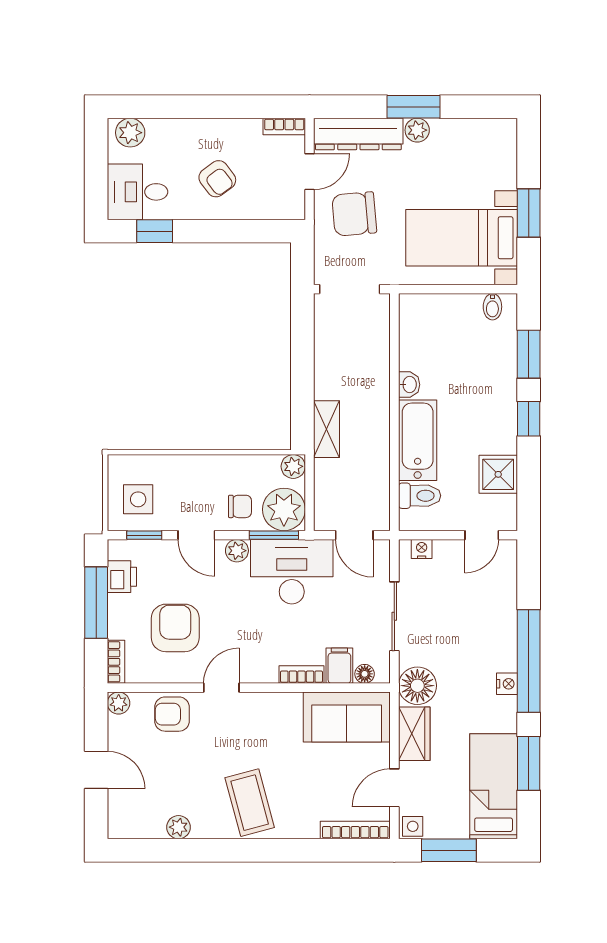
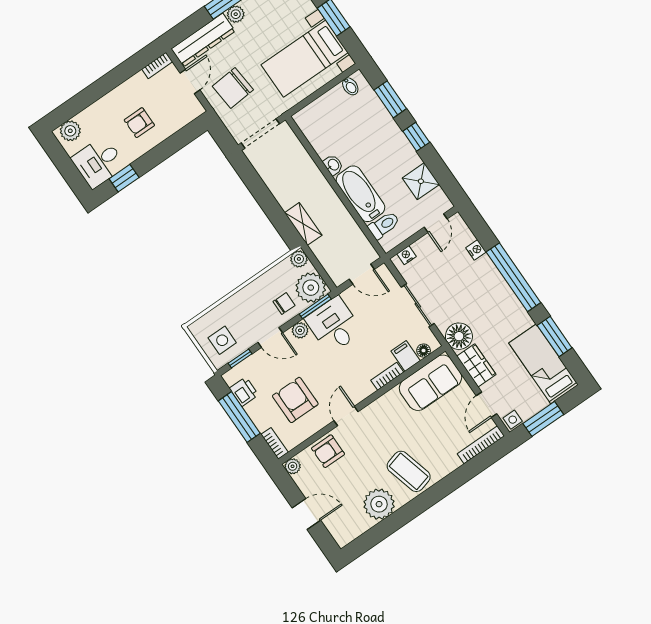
armchair: (217, 179) -> (139, 123), turned 127
desk: (292, 572) -> (334, 325), width x0.73
nightstand: (507, 684) -> (476, 250), moved
plant: (178, 827) -> (379, 504), width x1.87, depth x1.87

